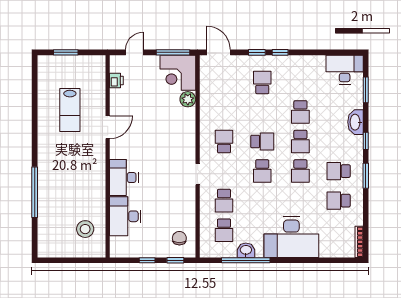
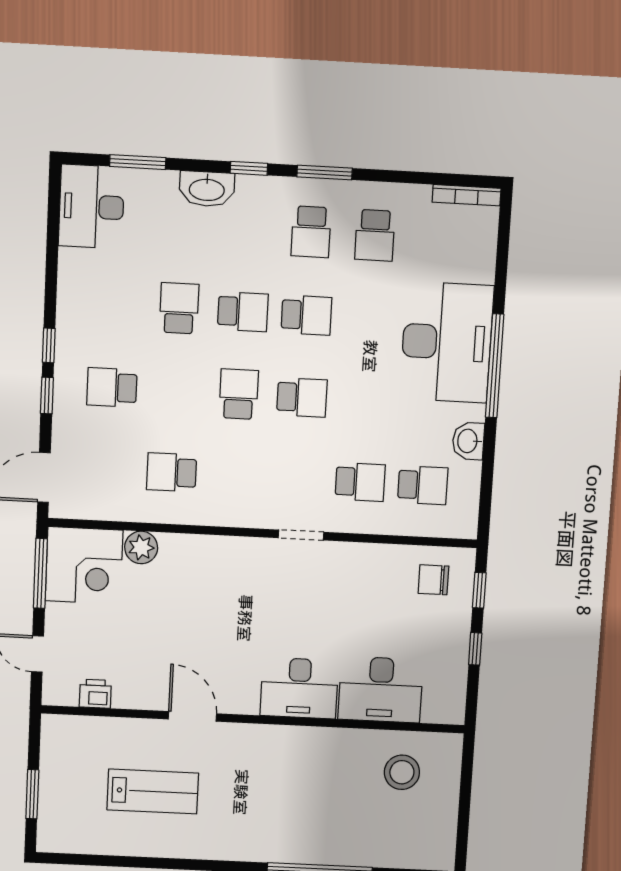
school desk: (300, 112) -> (179, 308), turned -90
school desk: (224, 142) -> (172, 472), moved
window: (246, 260) -> (495, 366), moved

